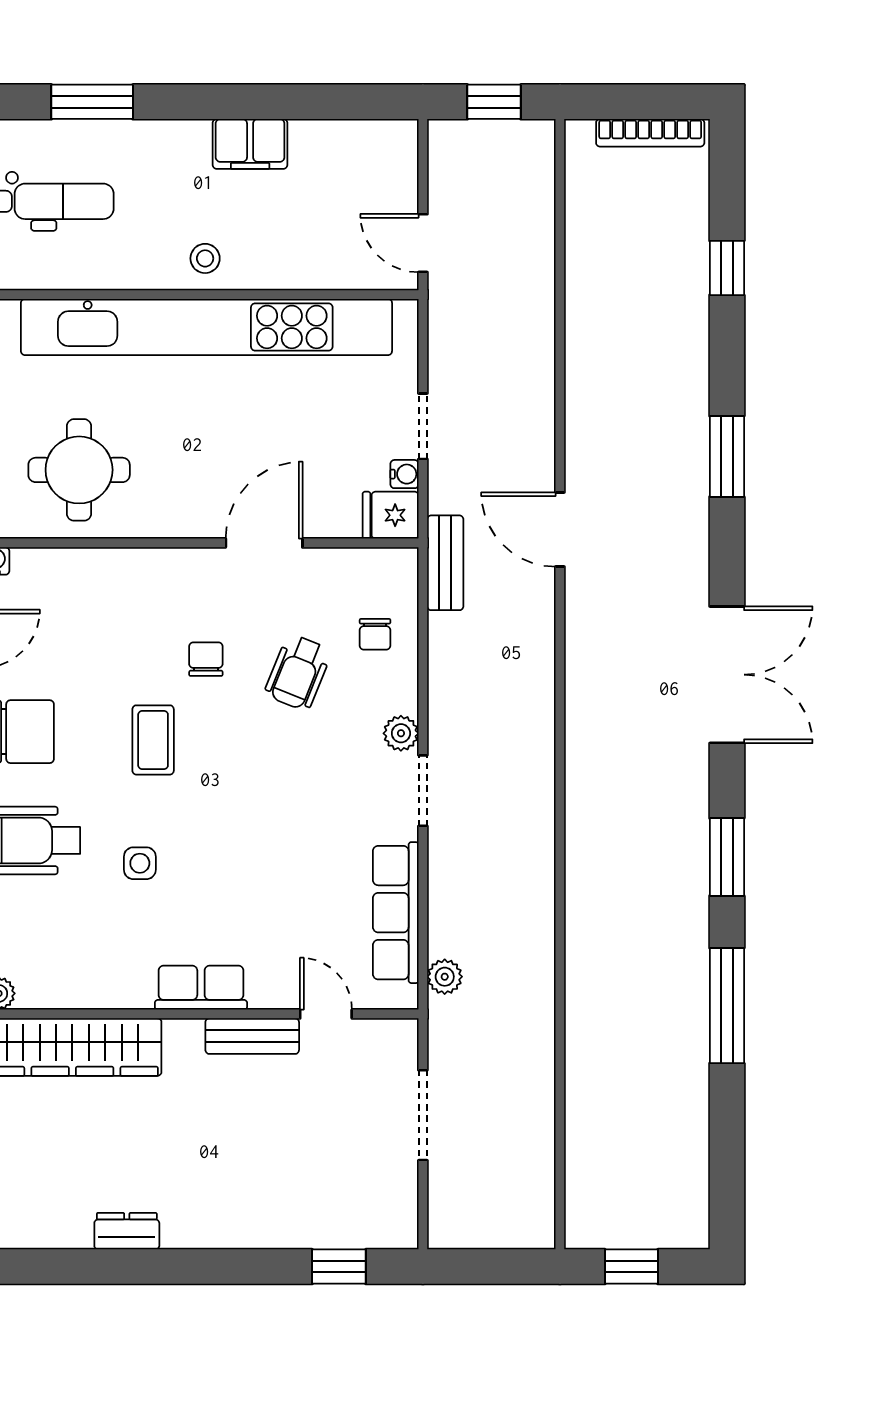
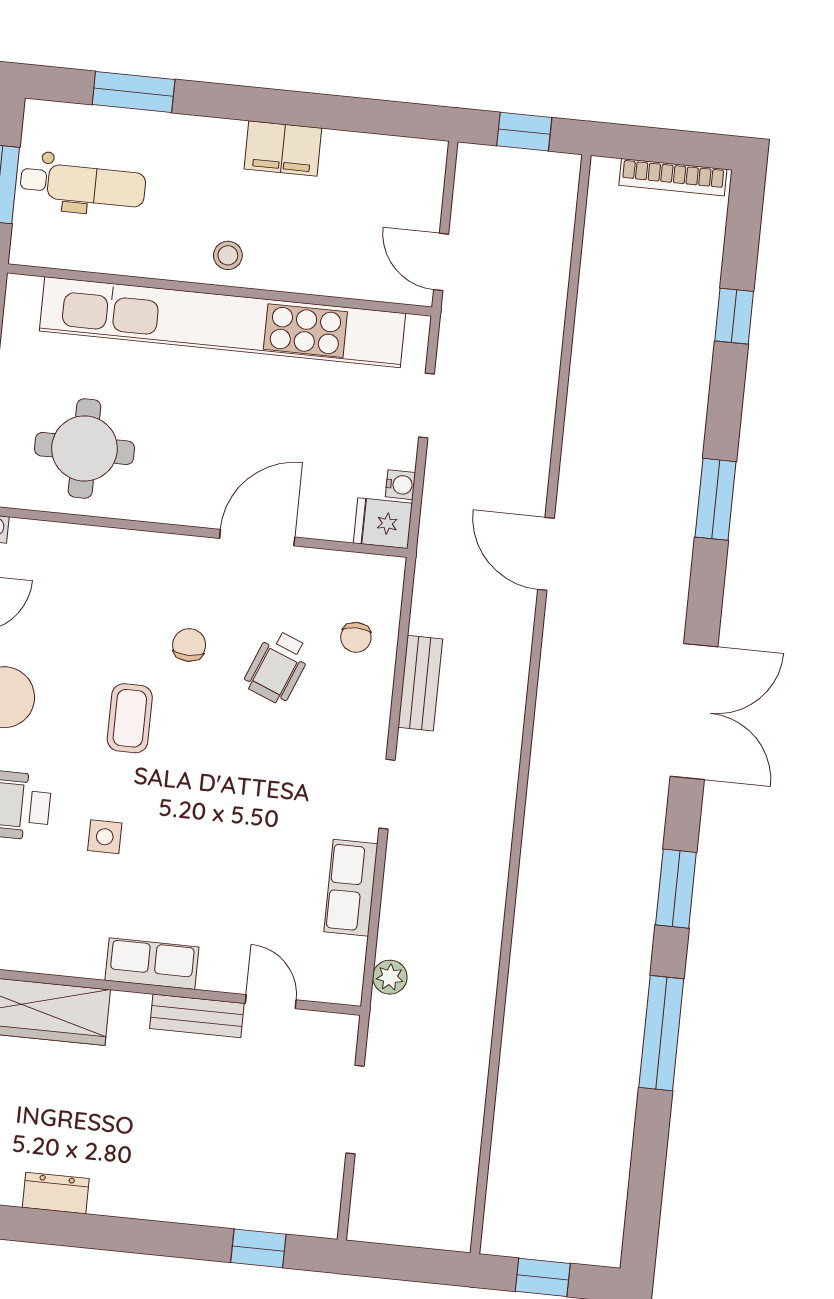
doorway: (423, 426) -> (426, 406), moved
bench: (445, 563) -> (420, 683), moved
plant: (401, 733) -> (371, 736), removed
row of seats: (396, 913) -> (351, 888), width x0.68

